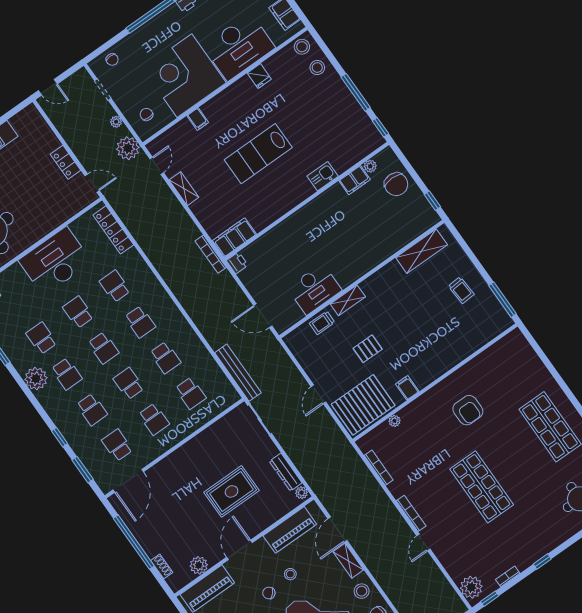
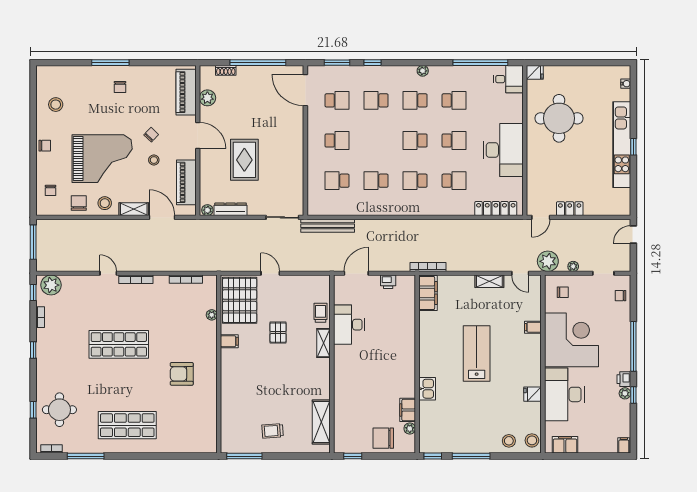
printer: (237, 263) -> (388, 282), moved
plant: (36, 379) -> (423, 71), width x0.53, depth x0.53
school desk: (129, 384) -> (376, 141), removed
school desk: (154, 419) -> (337, 141), turned 180

